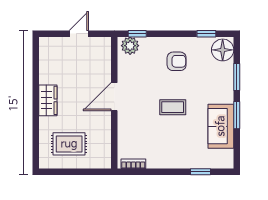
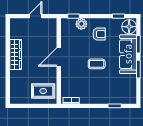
plant: (130, 46) -> (81, 24), moved
wardrobe: (48, 100) -> (16, 54), width x1.50
sofa: (221, 126) -> (128, 54), moved, width x1.36
rug: (69, 144) -> (43, 91), moved

